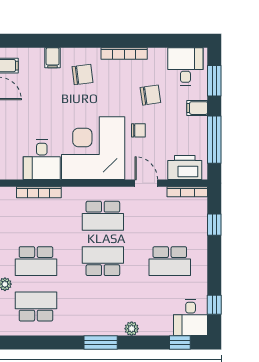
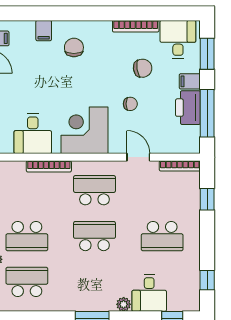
bookcase: (124, 53) -> (136, 26), moved
chair: (82, 75) -> (74, 47), turned -83
corner desk: (93, 148) -> (85, 130), width x0.74, depth x0.74
printer: (185, 168) -> (188, 108), moved, turned -90
bookcase: (39, 192) -> (49, 166), moved
school desk: (103, 216) -> (94, 190), turned 180
desk: (191, 317) -> (149, 293), moved

